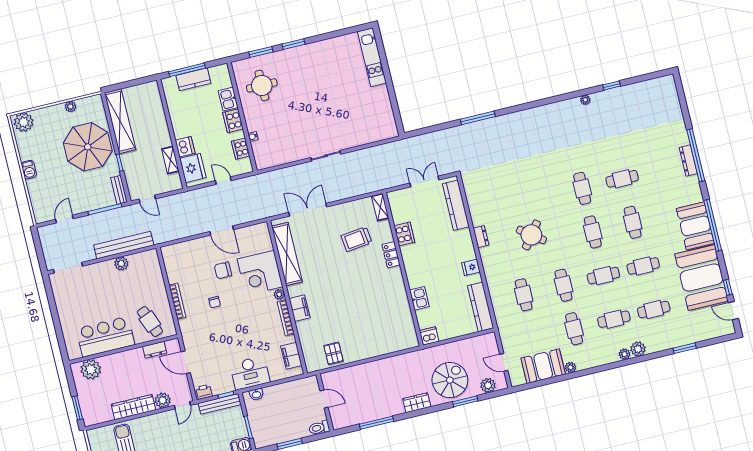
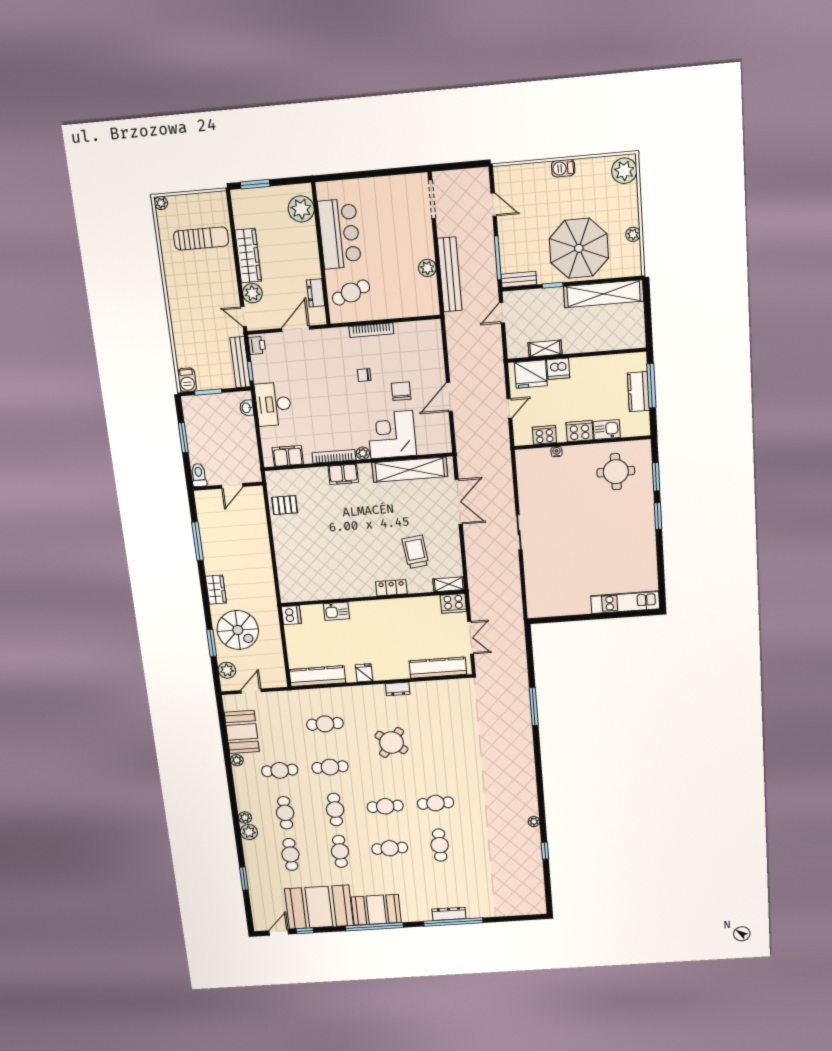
cooker: (404, 234) -> (453, 603), moved

